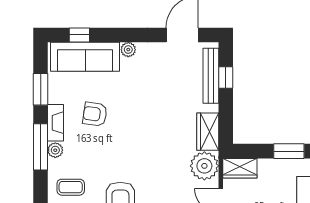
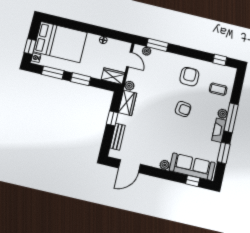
bench: (211, 76) -> (118, 137), width x0.73
window: (226, 78) -> (112, 118), moved
armchair: (95, 114) -> (183, 109), moved
plant: (204, 166) -> (129, 86), width x0.53, depth x0.53

